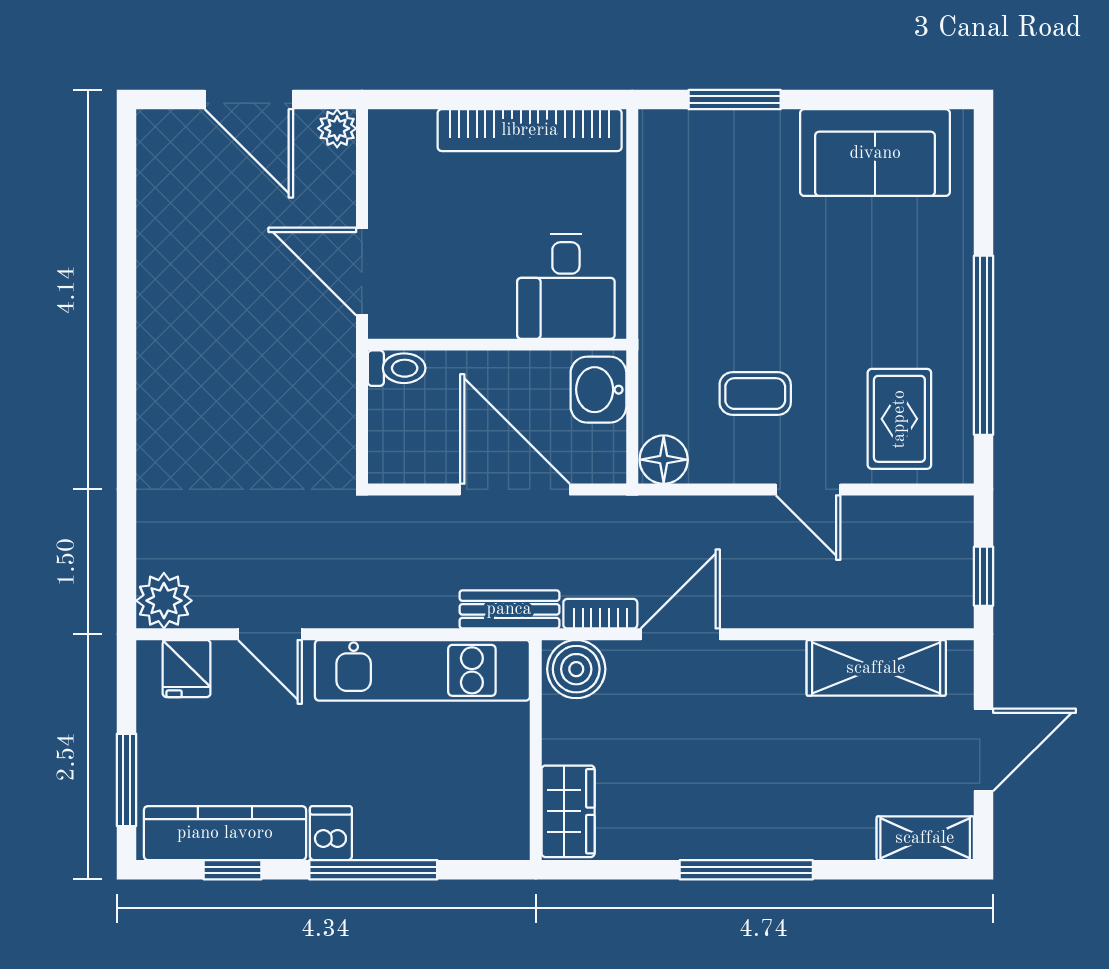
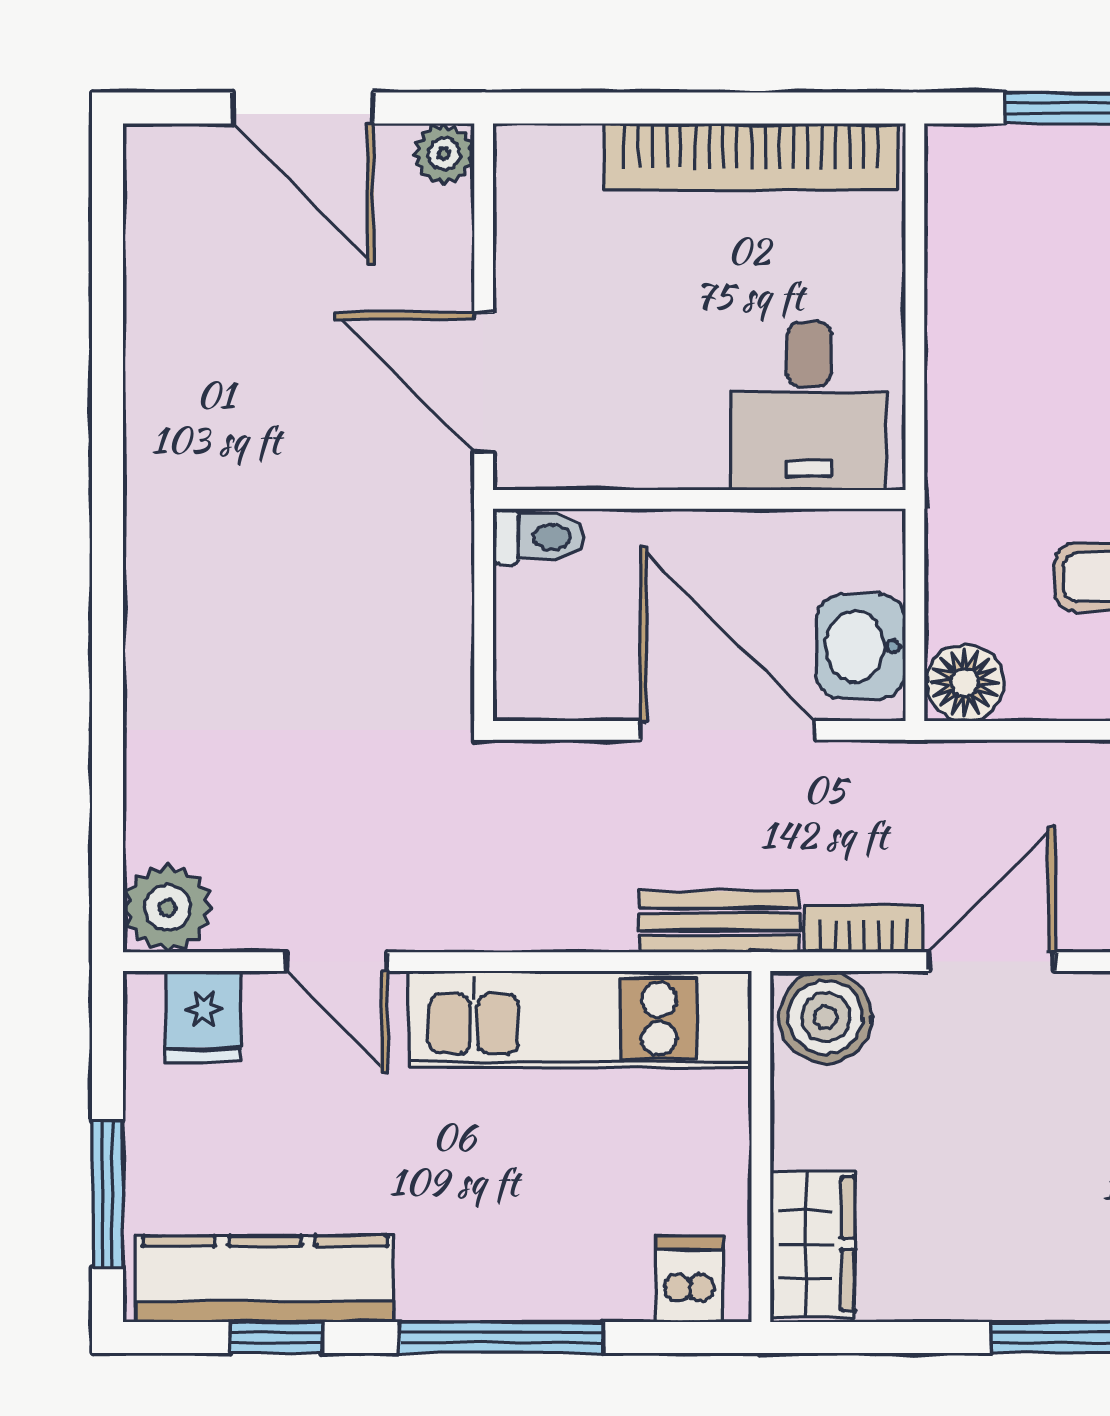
washbasin: (598, 390) -> (861, 647), moved
dishwasher: (331, 833) -> (690, 1279), moved

